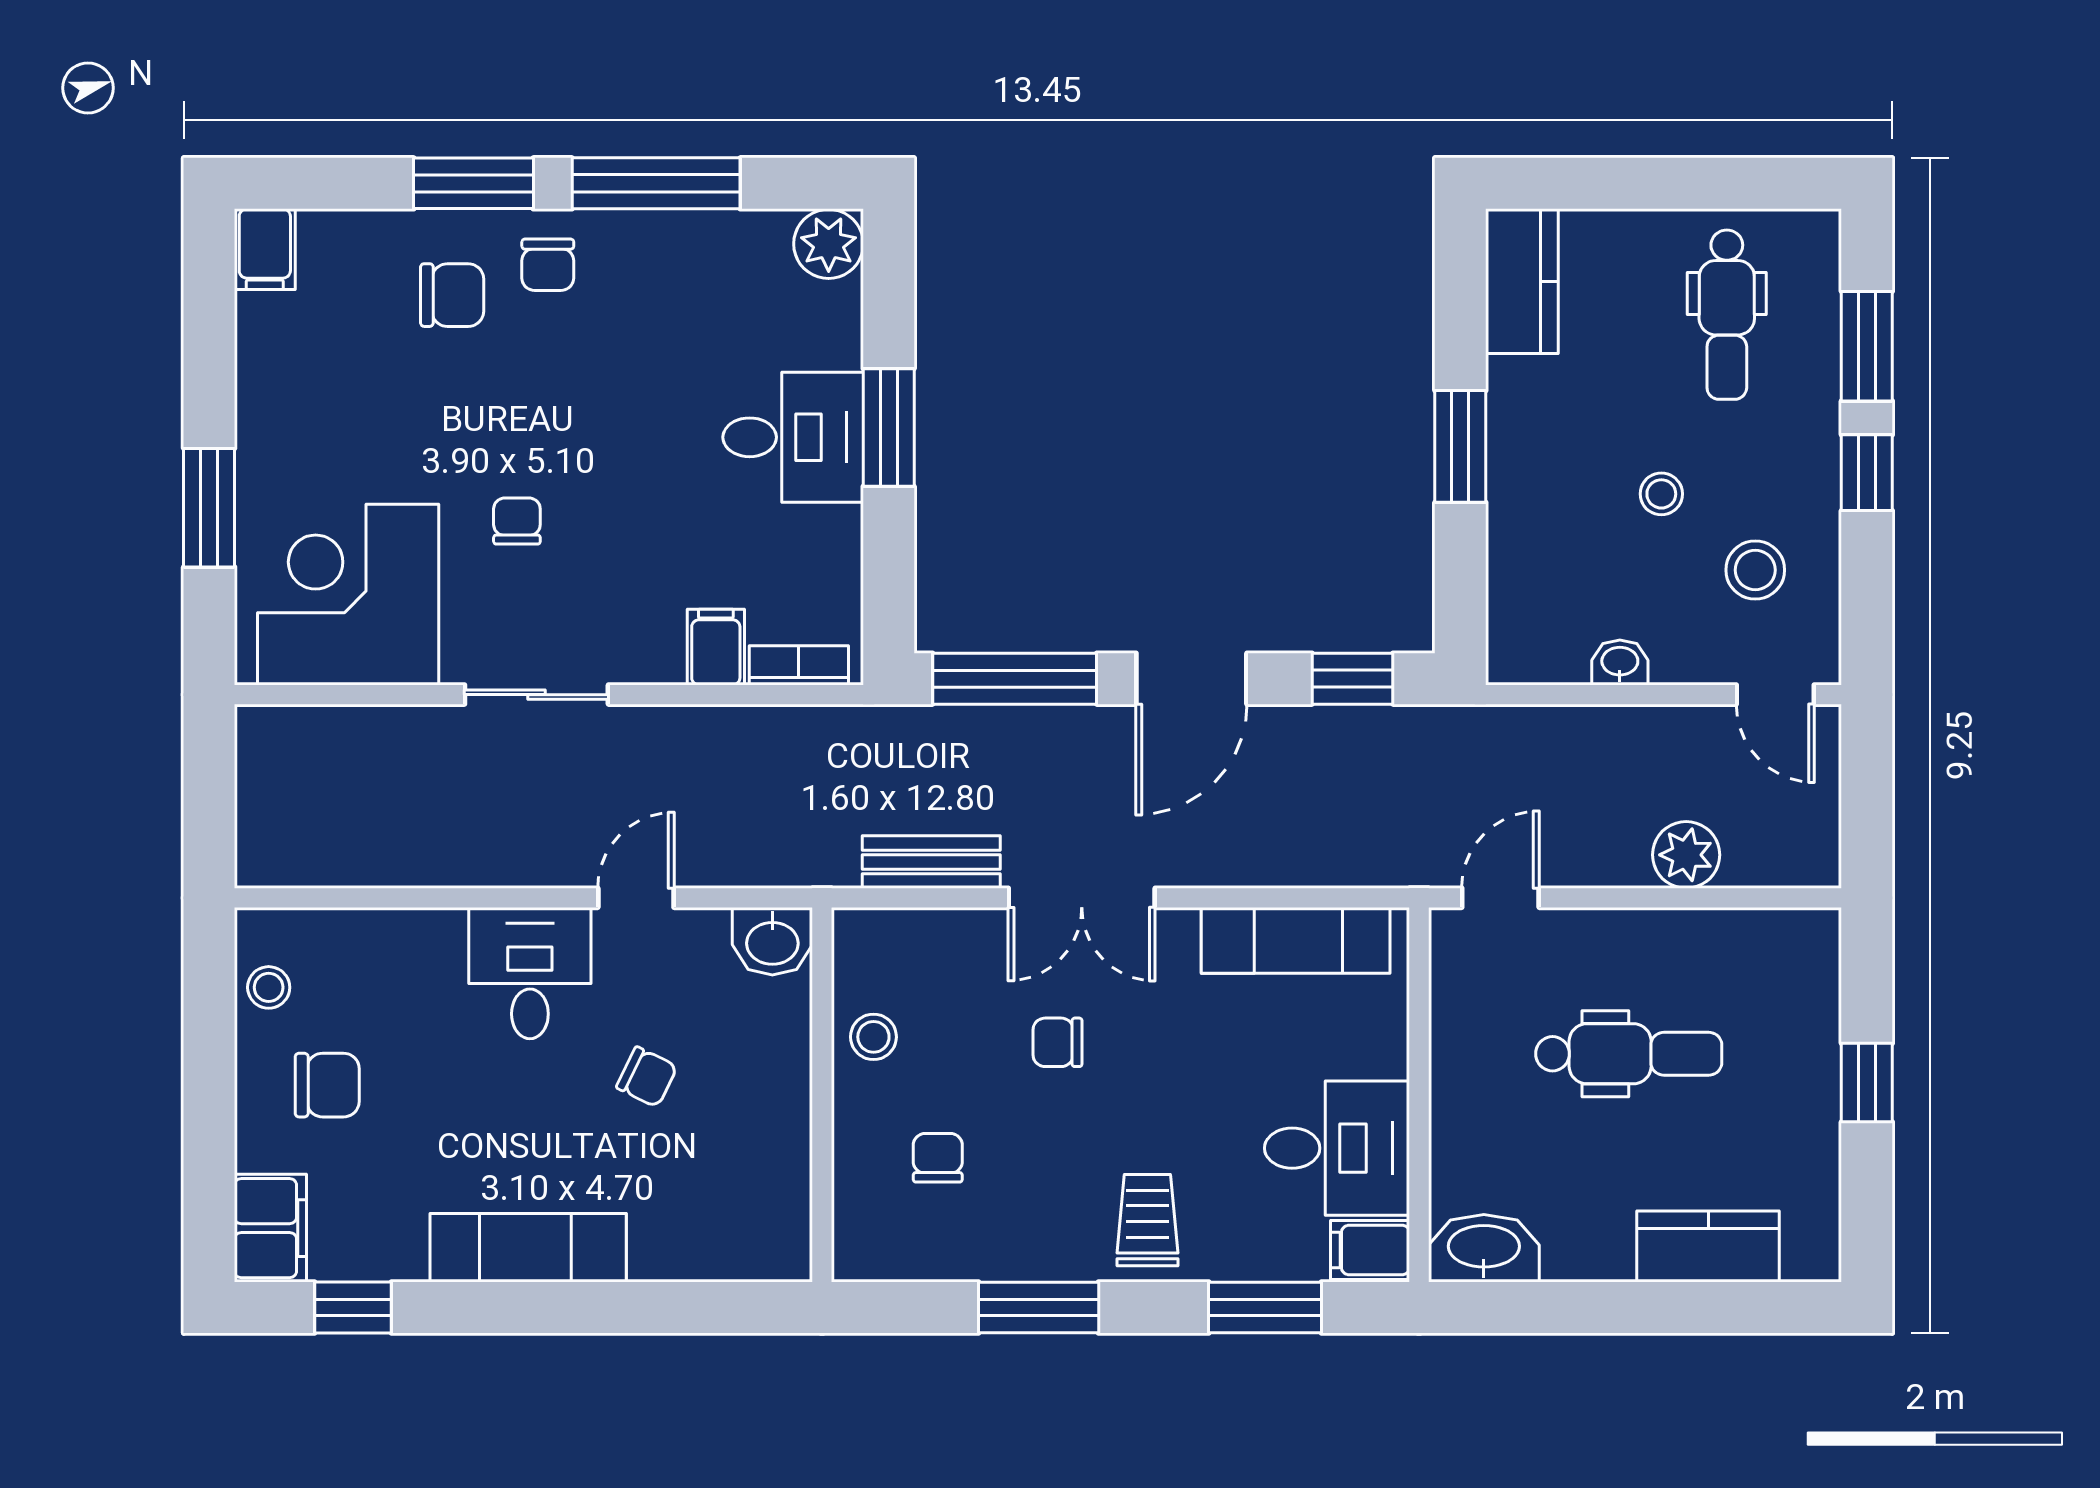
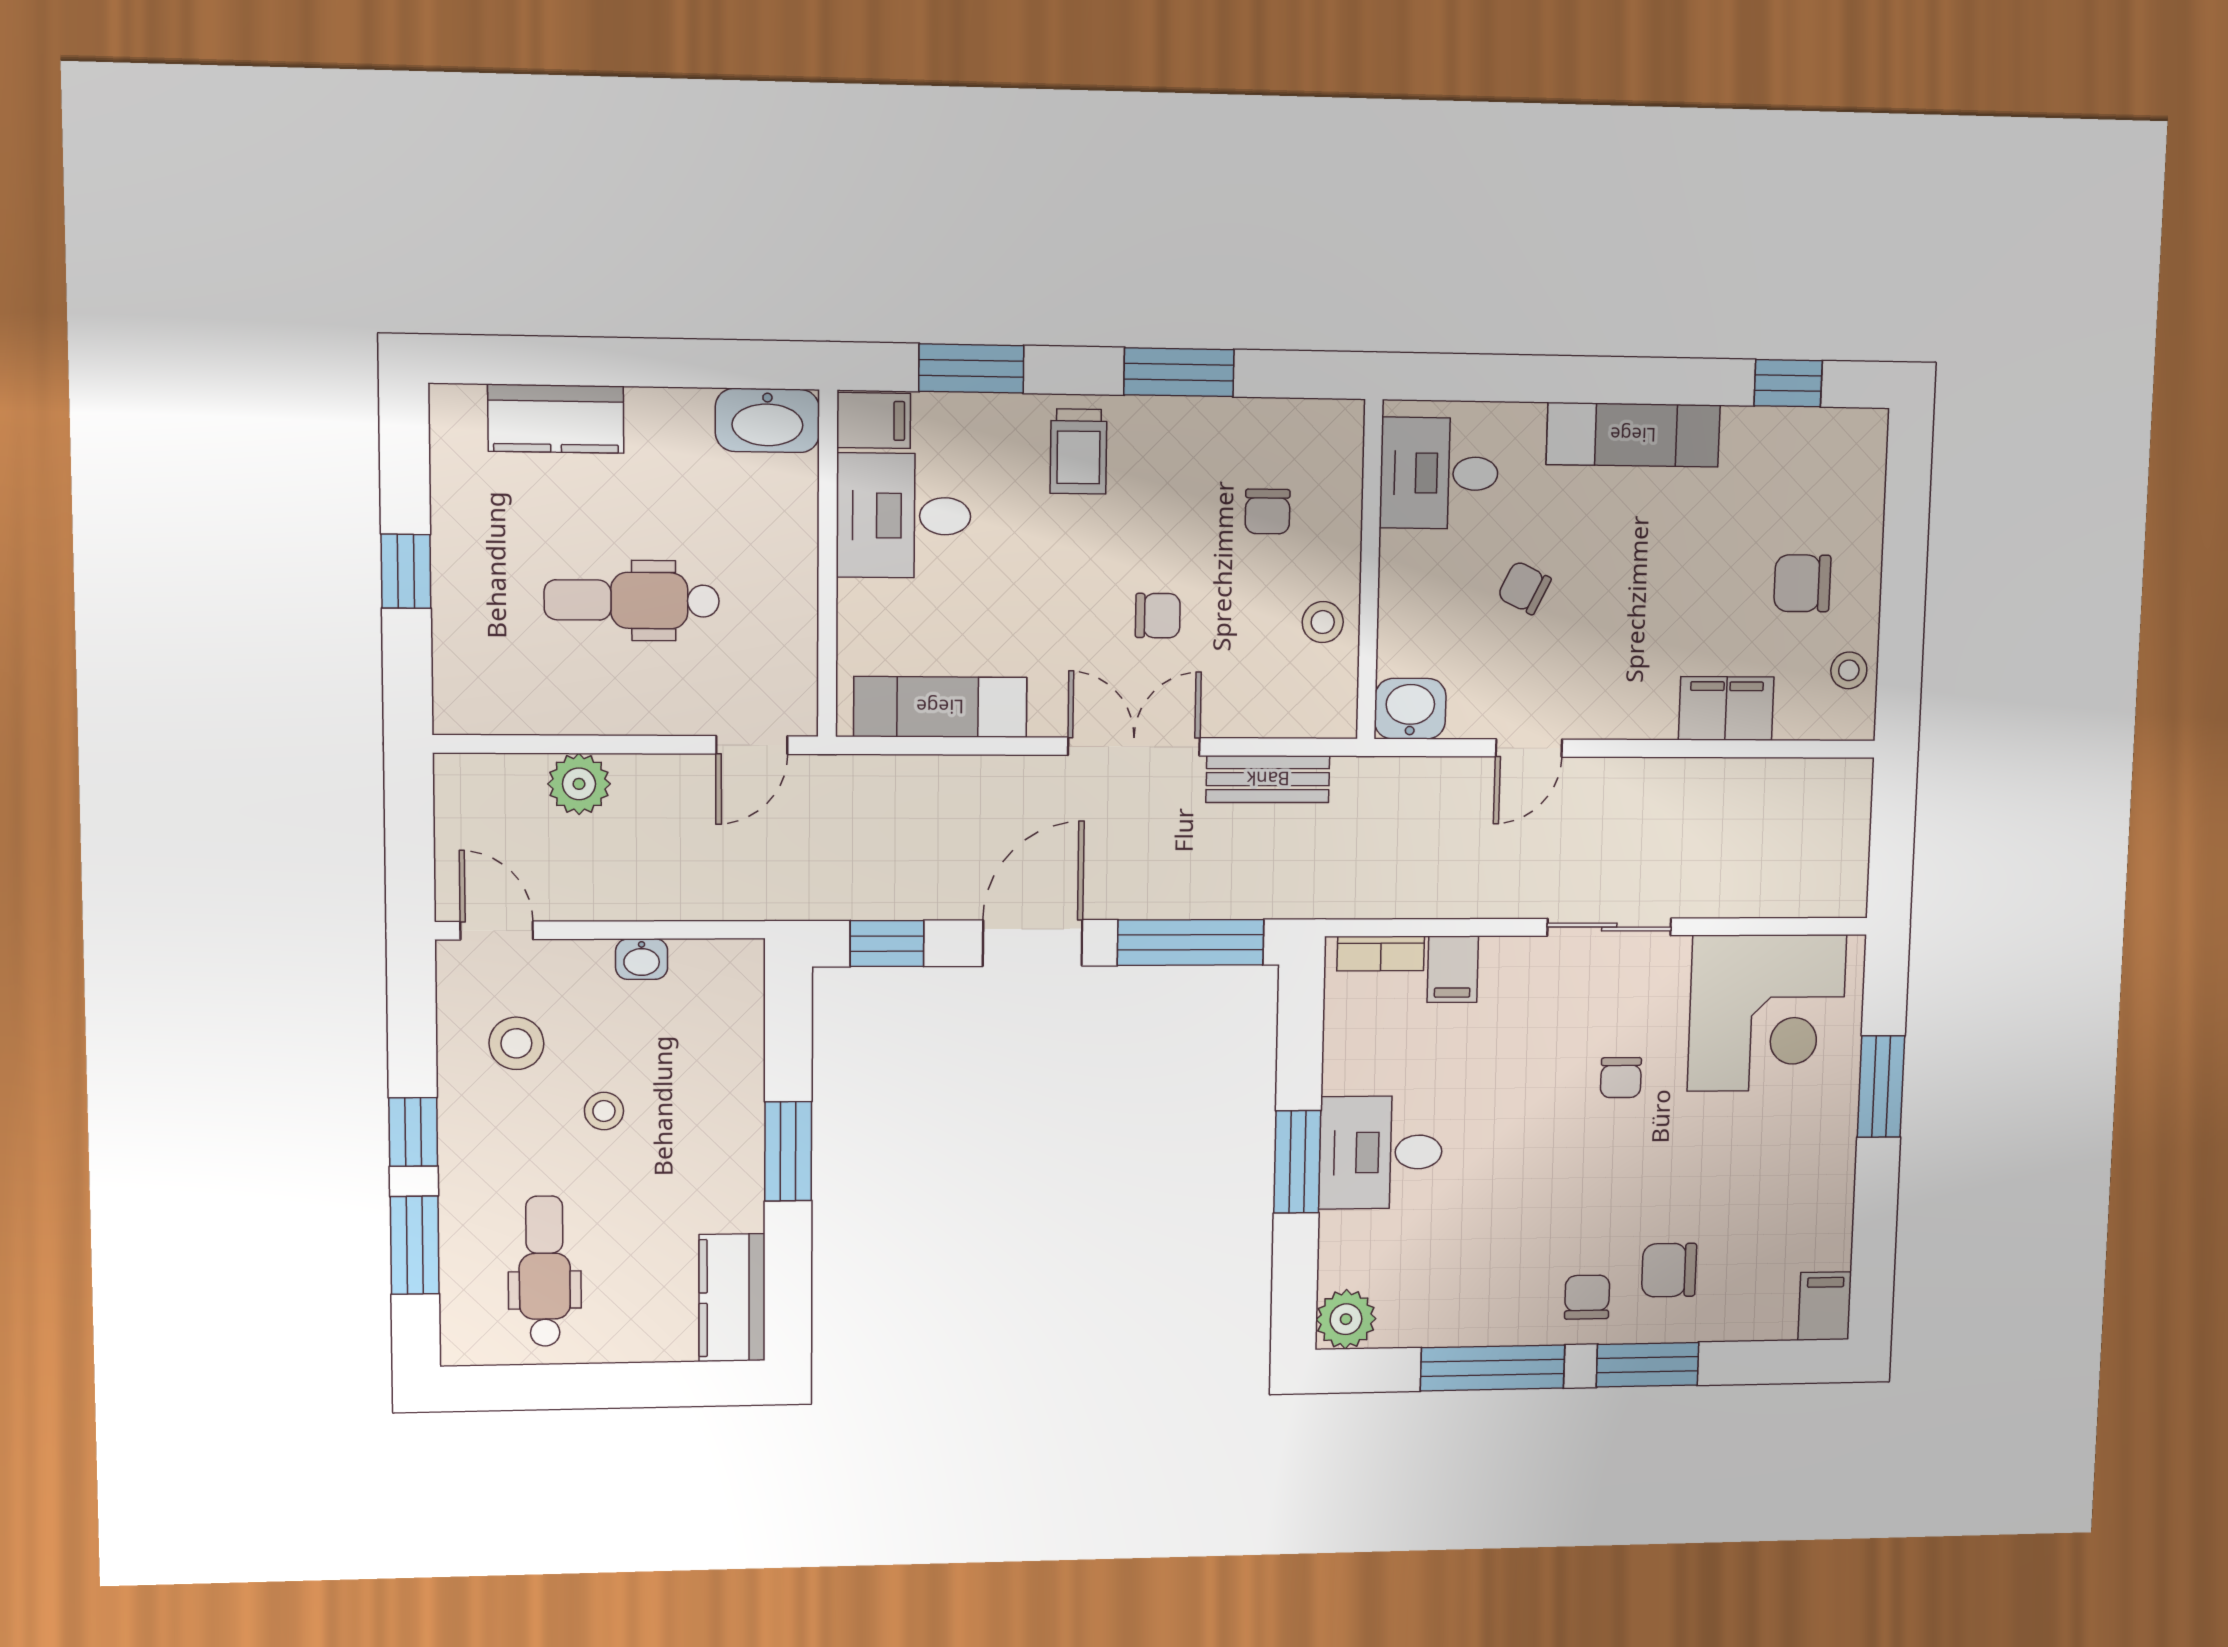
desk: (530, 973) -> (1439, 473), moved, turned 90
filing cabinet: (270, 1228) -> (1726, 709), moved, turned 90

